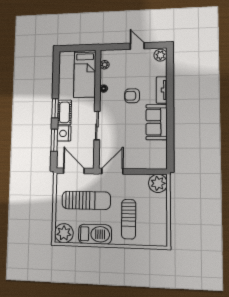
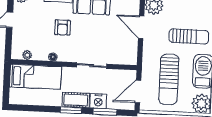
door: (112, 171) -> (141, 27), moved
sun lounger: (86, 200) -> (169, 79), turned 180

